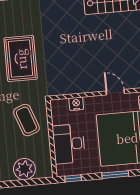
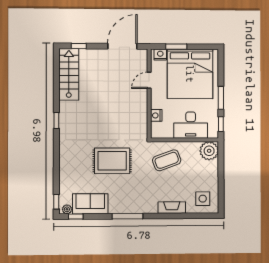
plant: (24, 169) -> (209, 151), moved
window: (115, 175) -> (221, 98), moved

